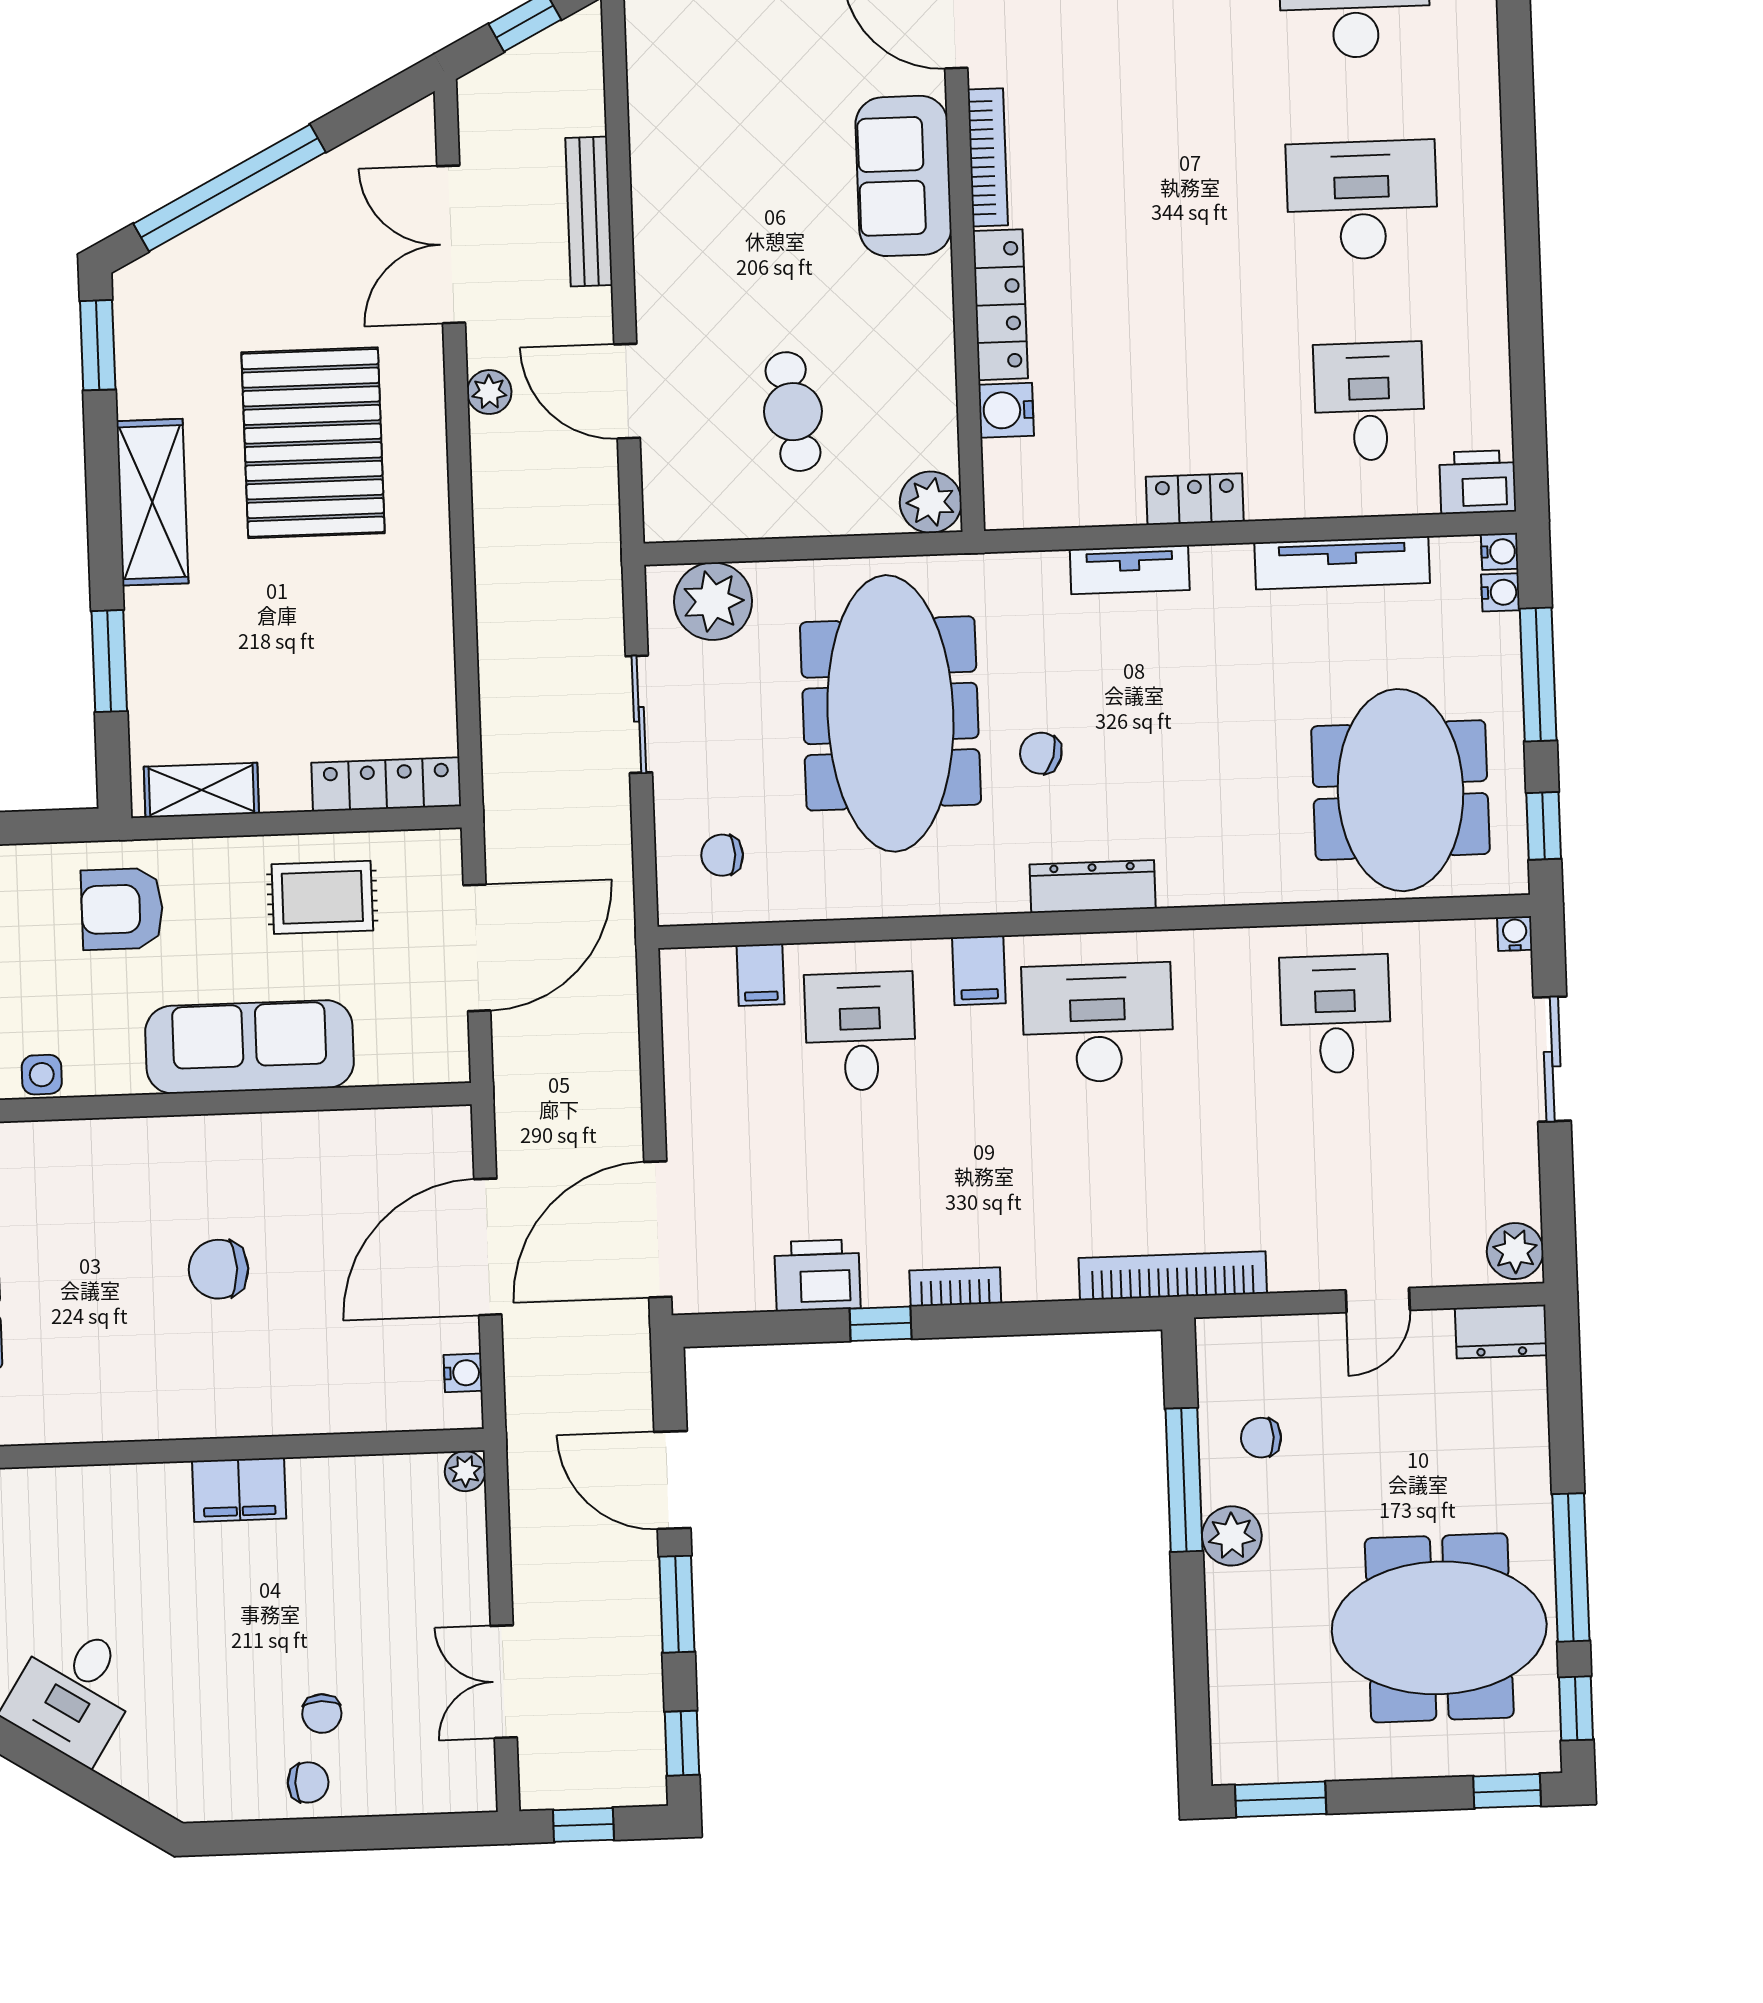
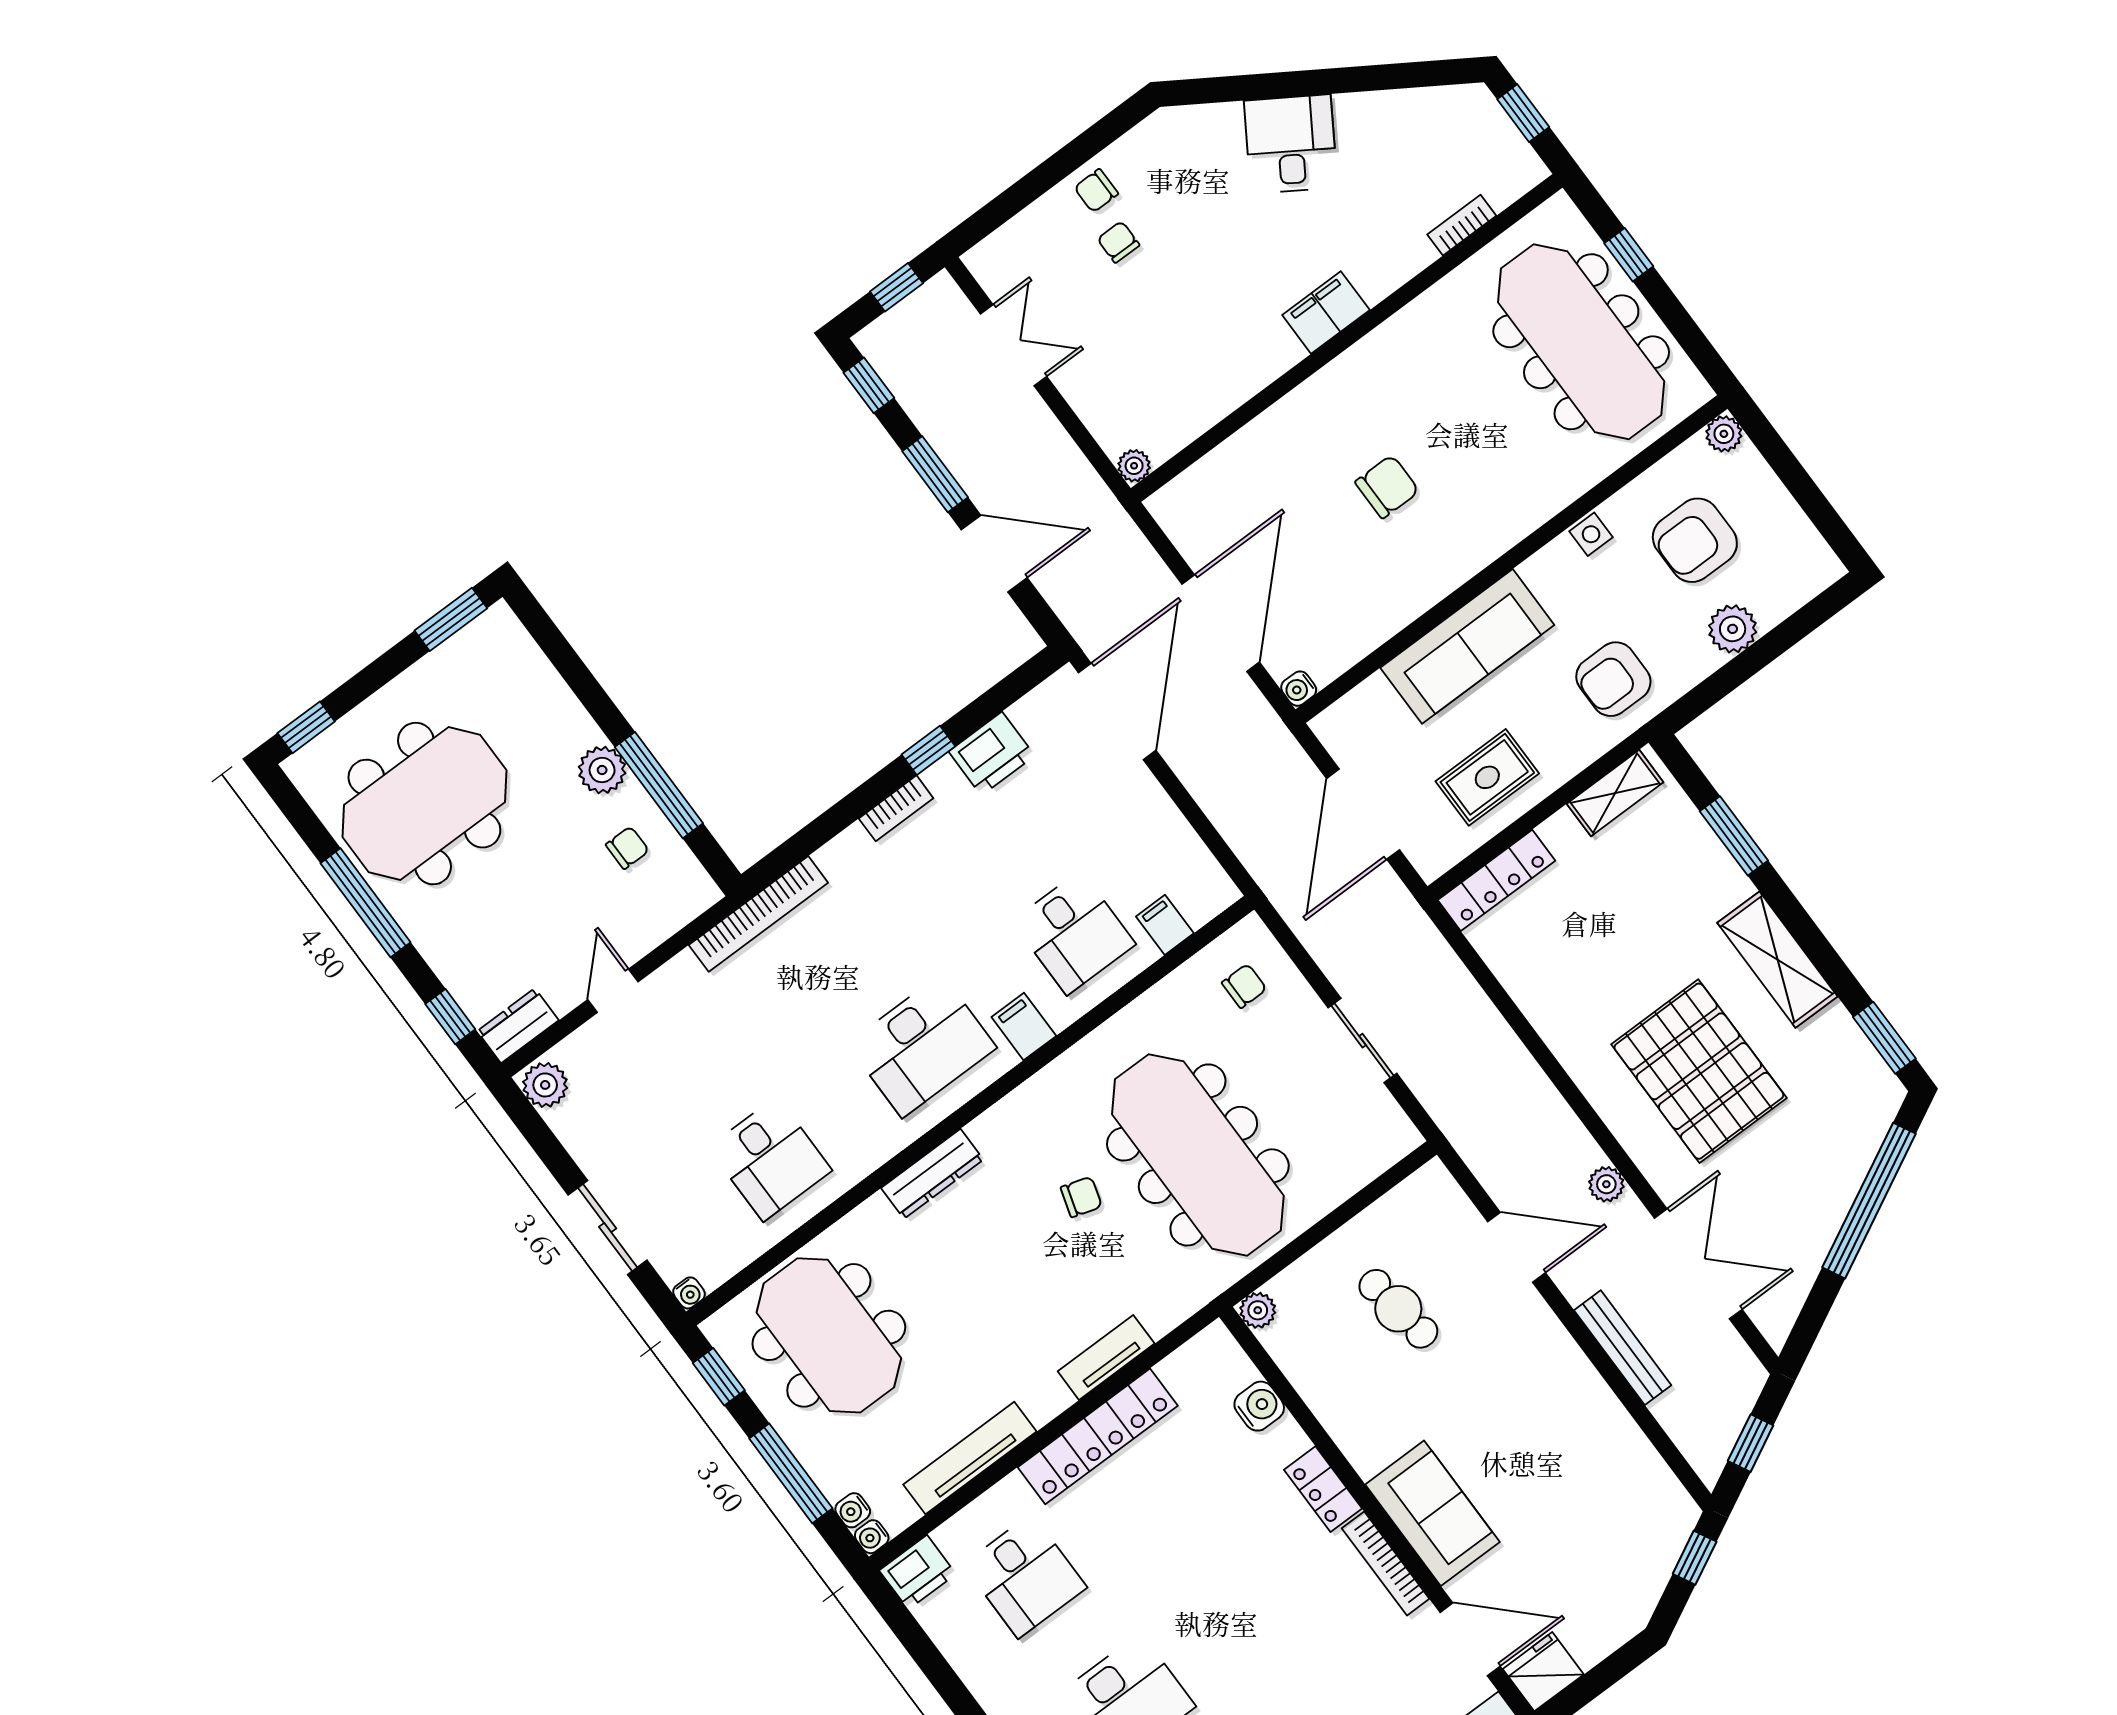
locker: (1000, 305) -> (1323, 1489), width x0.66
locker: (1195, 499) -> (1098, 1436), width x2.16, depth x1.21
plant: (931, 502) -> (1258, 1310), width x0.73, depth x0.73
plant: (713, 601) -> (1365, 1148), removed
dresser: (1093, 886) -> (932, 1174), moved
armchair: (122, 909) -> (1613, 679), turned 180
water cooler: (463, 1373) -> (1299, 689), moved
filing cabinet: (239, 1490) -> (1326, 312), moved
window: (1576, 1708) -> (450, 1017), moved

